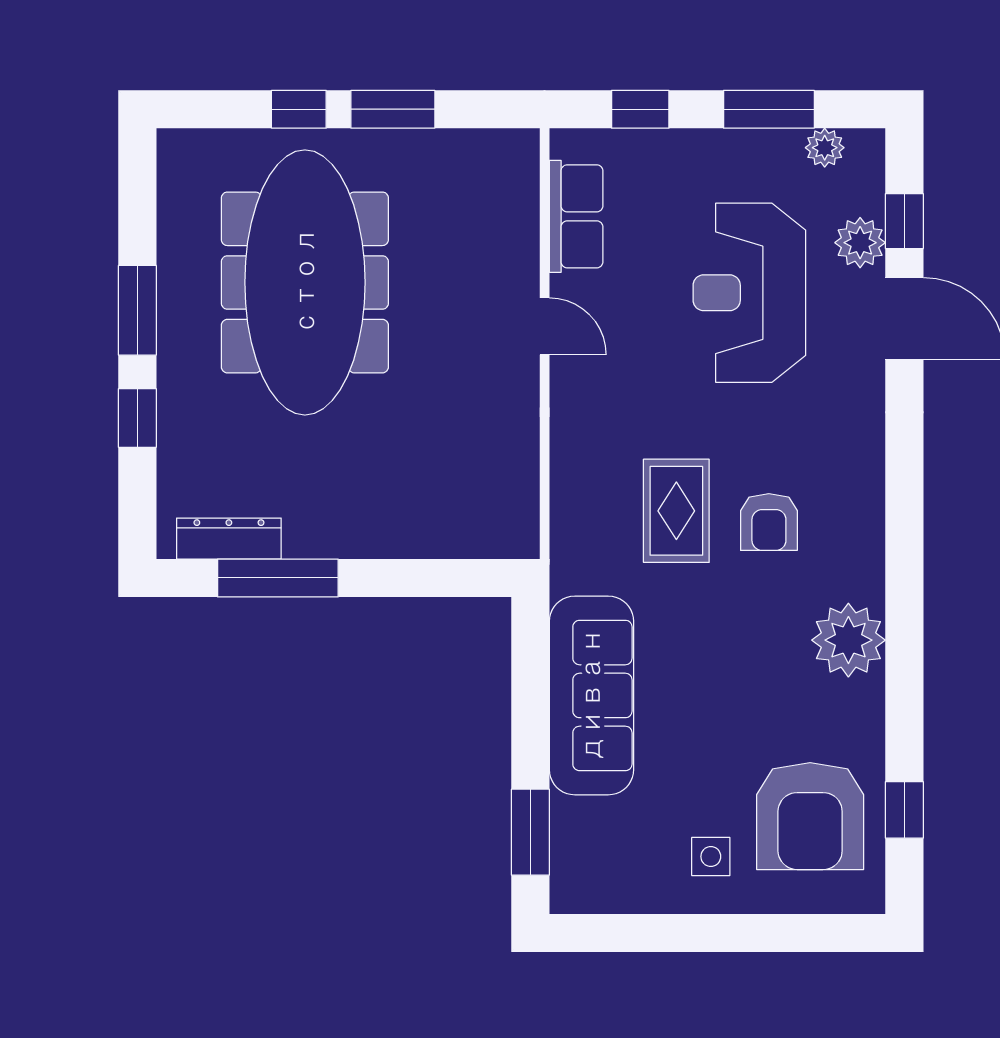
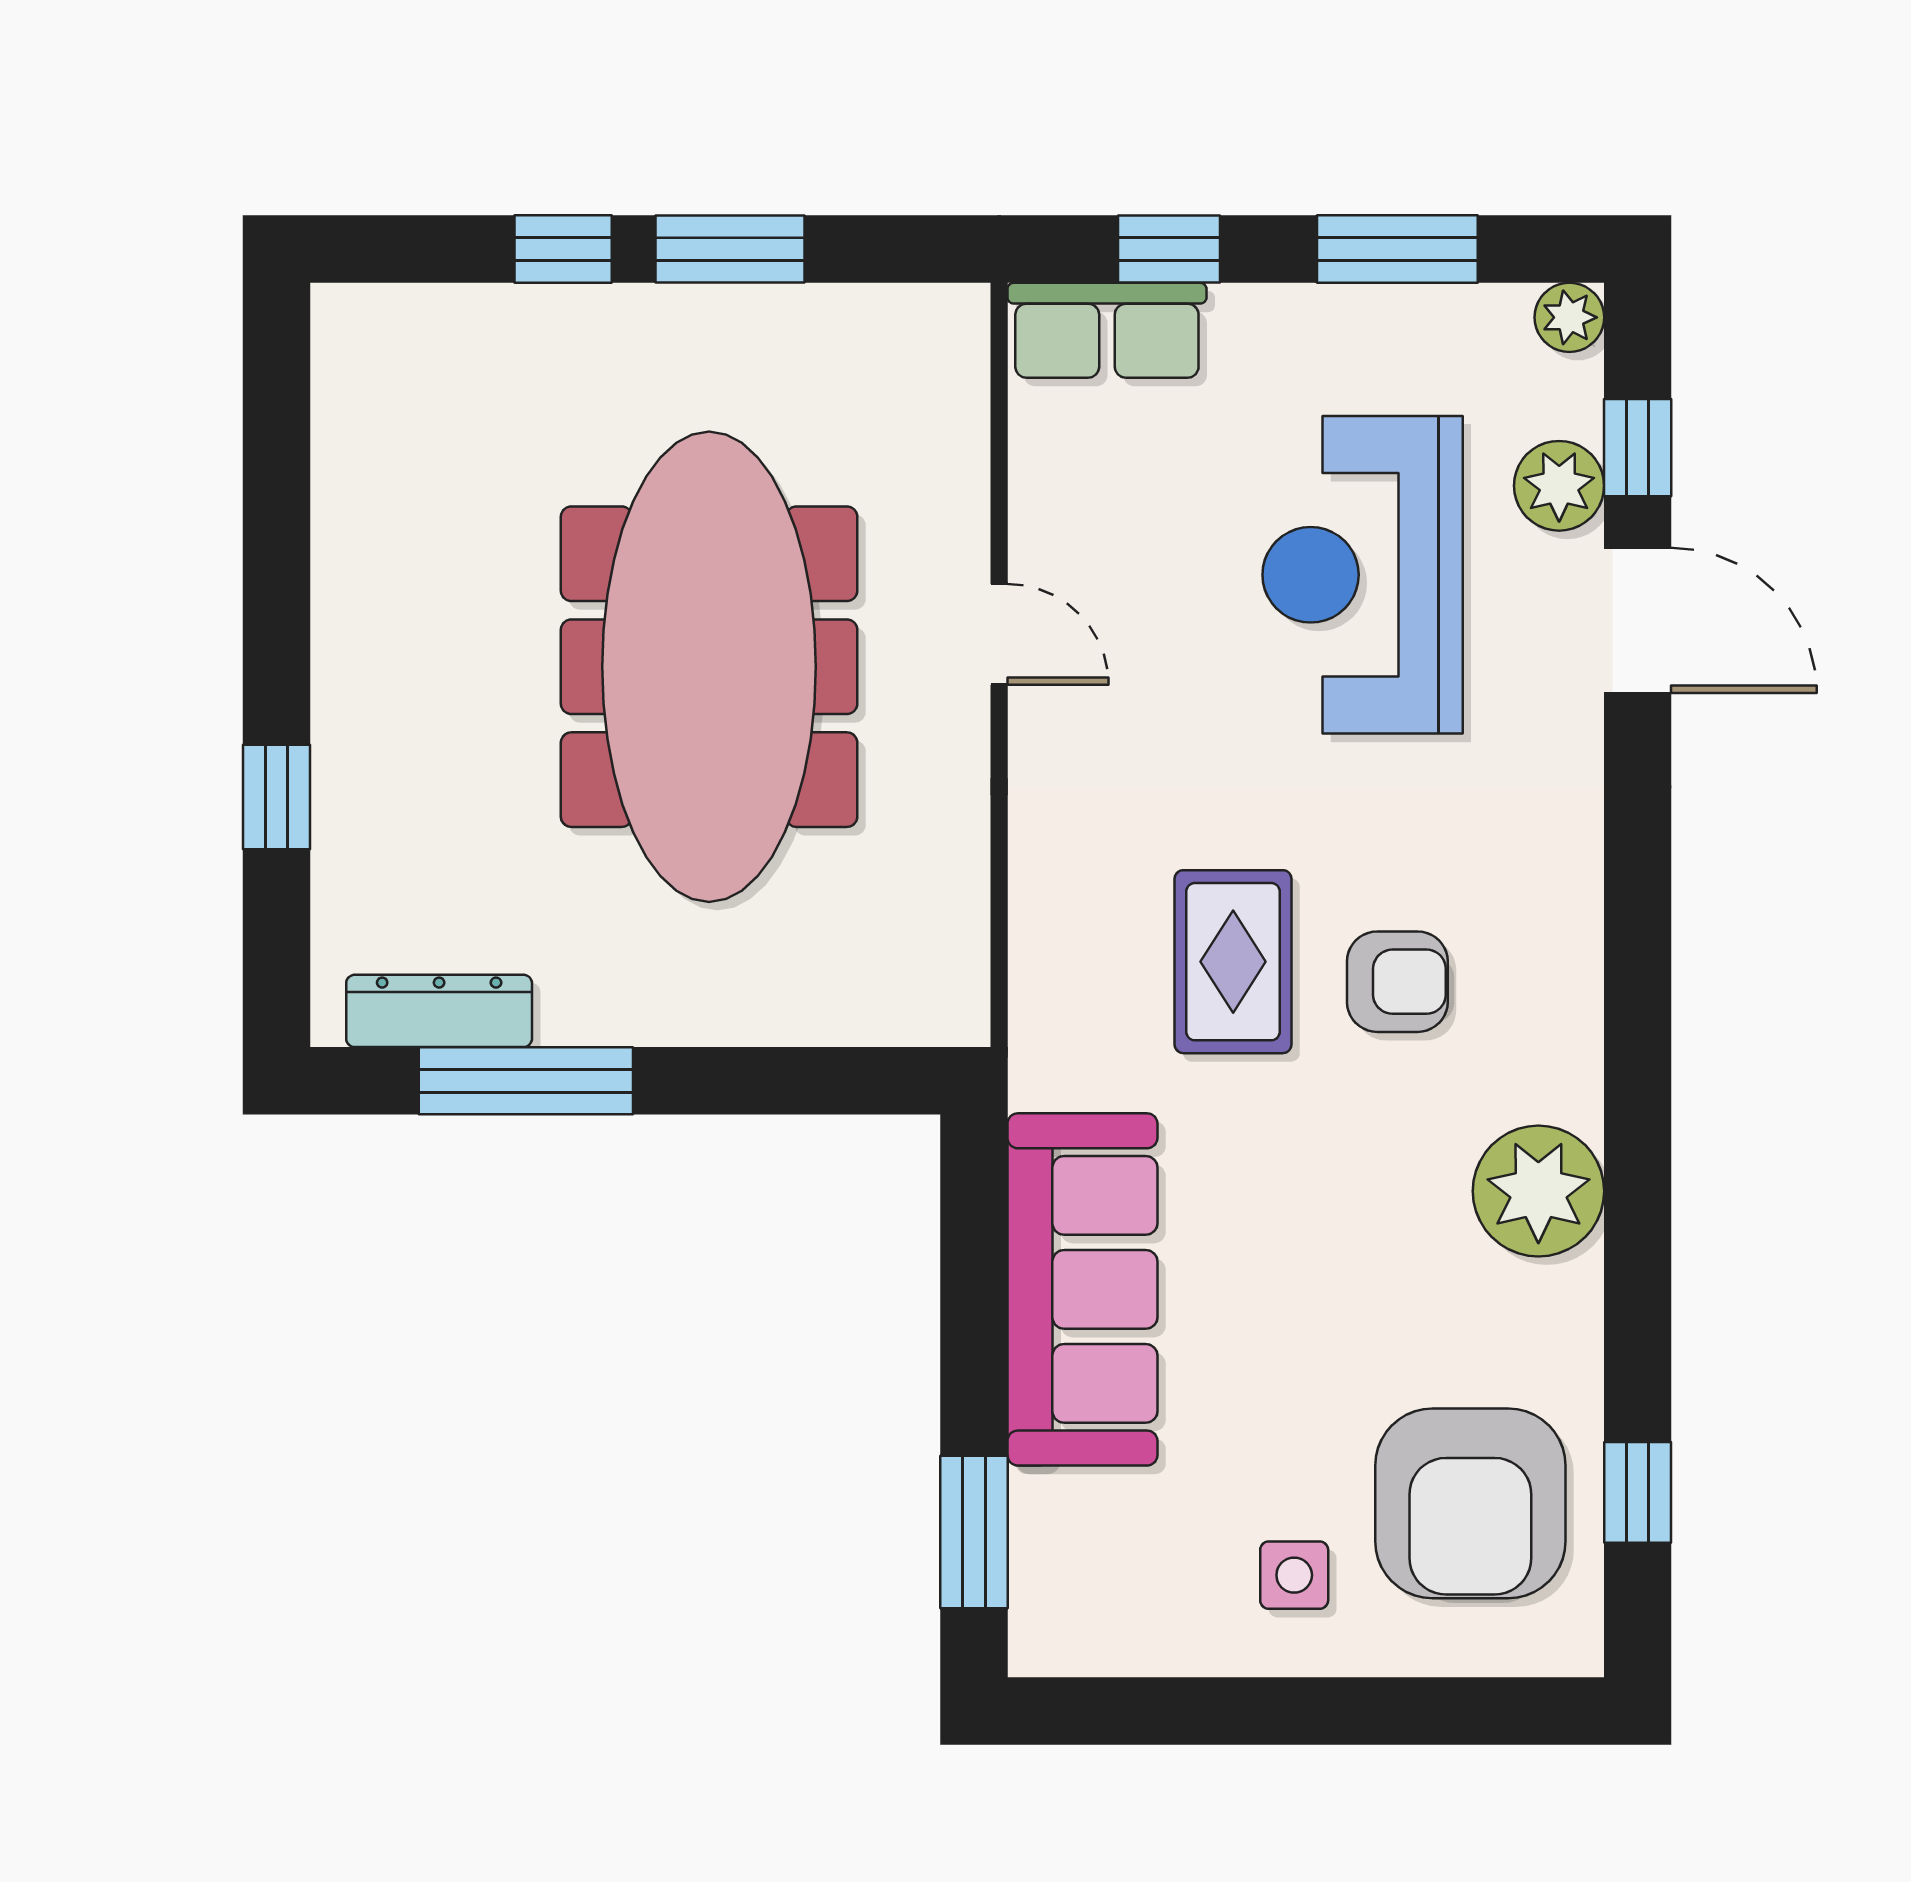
plant: (825, 148) -> (1569, 317), moved
row of seats: (576, 216) -> (1107, 330), moved, turned 90
meeting table: (305, 282) -> (709, 667), moved
window: (137, 310) -> (277, 606), removed
armchair: (769, 522) -> (1397, 982), turned -90

